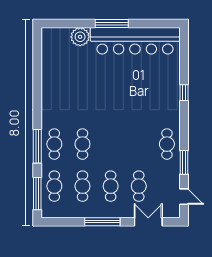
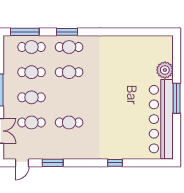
cafe table: (167, 144) -> (69, 122), moved
window: (37, 146) -> (67, 32), width x0.69

